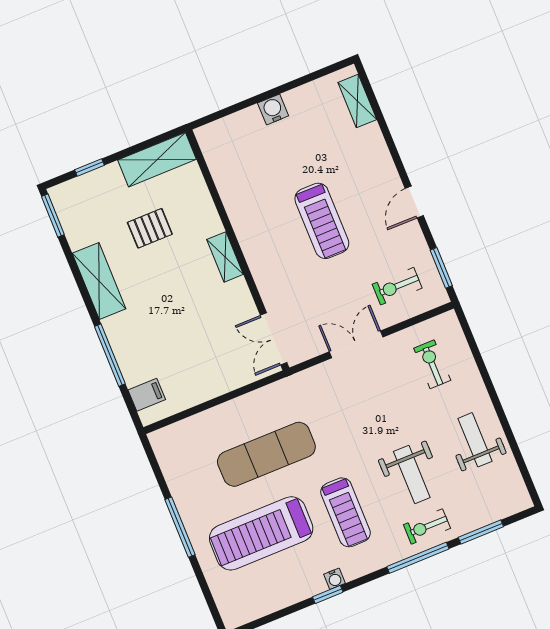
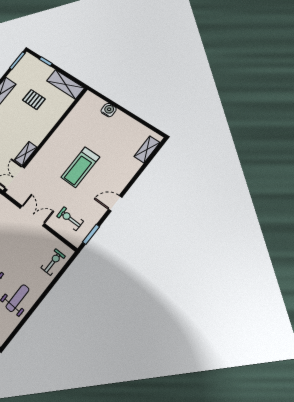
water cooler: (273, 109) -> (109, 110), moved
shelving: (225, 257) -> (26, 153), moved
exercise bike: (432, 364) -> (53, 262), moved

